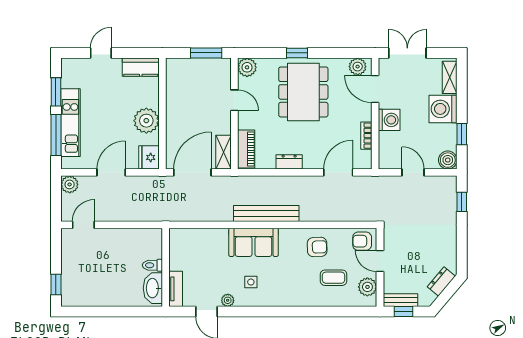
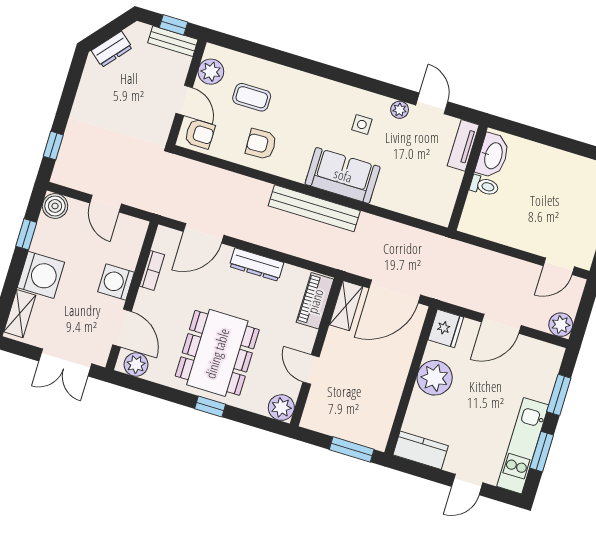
window: (206, 53) -> (352, 449), moved
kitchen unit: (70, 123) -> (523, 446), moved
window: (56, 135) -> (559, 395), width x0.69
dresser: (289, 162) -> (256, 265), width x1.44

